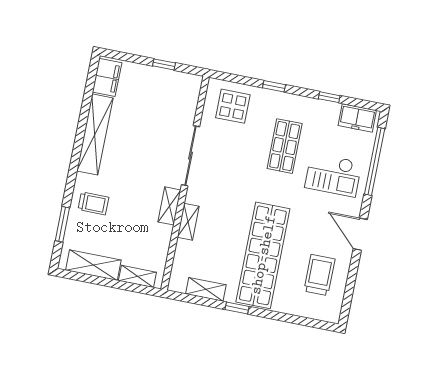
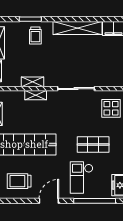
shelving: (169, 206) -> (32, 82), moved
window: (62, 224) -> (30, 19), moved
trolley: (319, 275) -> (19, 181), turned 180

